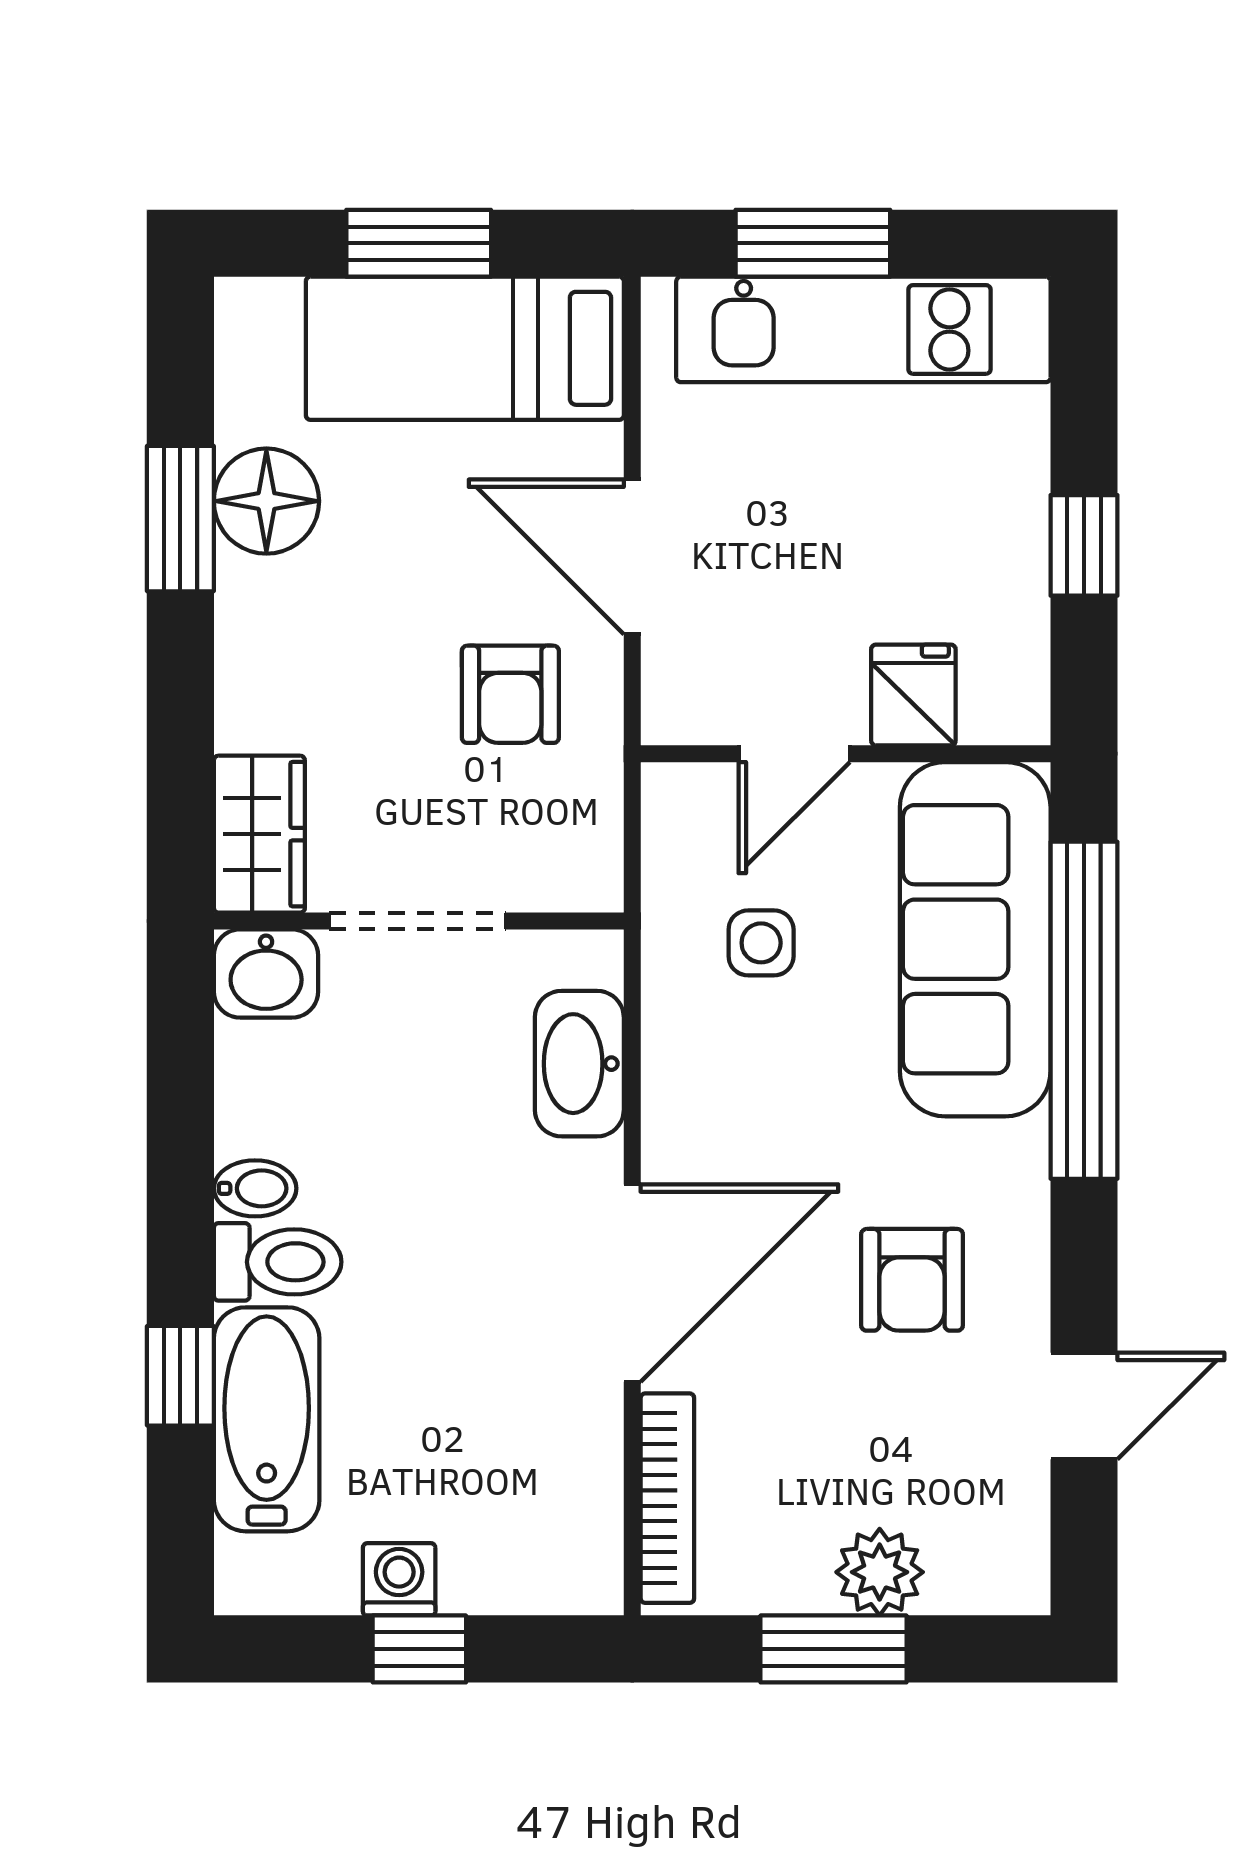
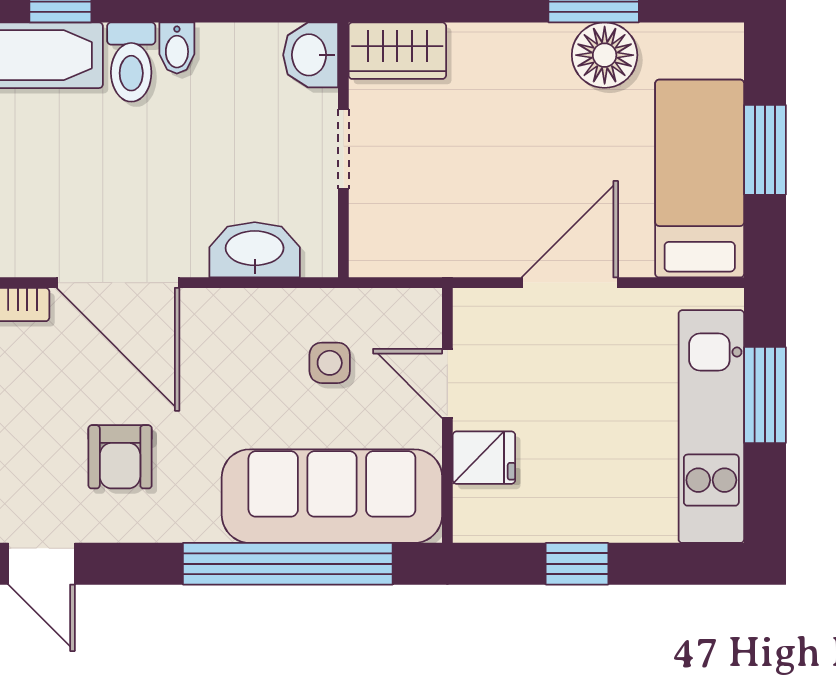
armchair: (510, 694) -> (484, 207), removed
doorway: (418, 921) -> (343, 149), width x0.73
armchair: (912, 1280) -> (120, 457), turned -90

